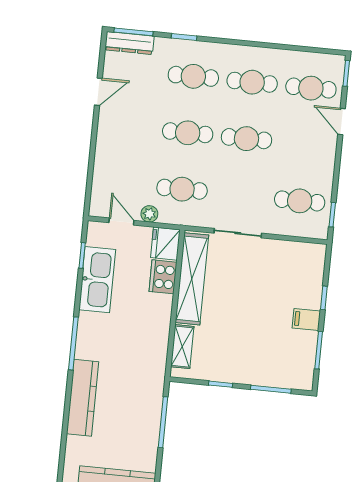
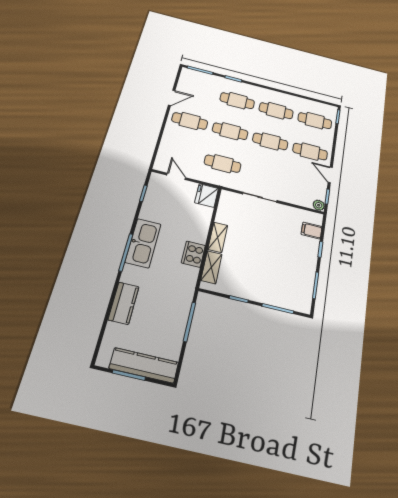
dresser: (129, 43) -> (197, 76), removed
door: (342, 121) -> (330, 175), moved
cafe table: (129, 127) -> (190, 121), added
cafe table: (300, 201) -> (310, 152), moved
plant: (149, 214) -> (319, 205), moved
cooker: (163, 277) -> (193, 254), moved
shelving: (192, 279) -> (218, 237), width x0.45, depth x0.75
kitchen sink: (97, 280) -> (143, 243), moved
filing cabinet: (306, 319) -> (312, 231), moved
kitchen counter: (83, 398) -> (124, 303), width x0.67

